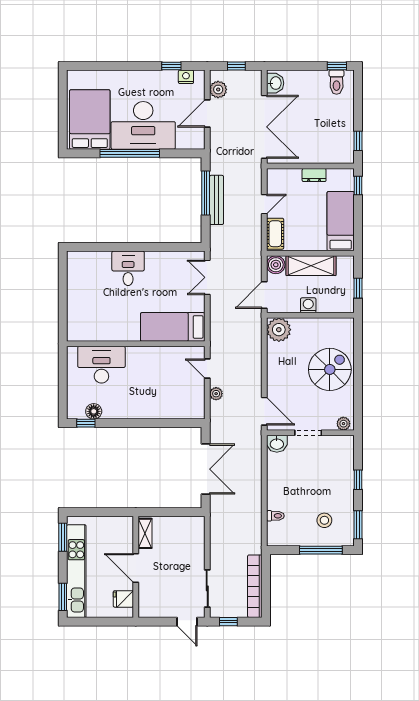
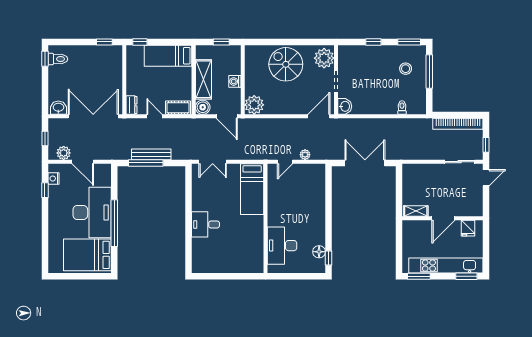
dresser: (314, 175) -> (131, 105), moved
plant: (343, 424) -> (324, 58), width x1.88, depth x1.88

